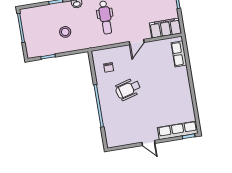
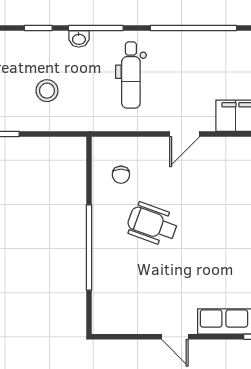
wheelchair: (128, 89) -> (152, 224), turned 35

